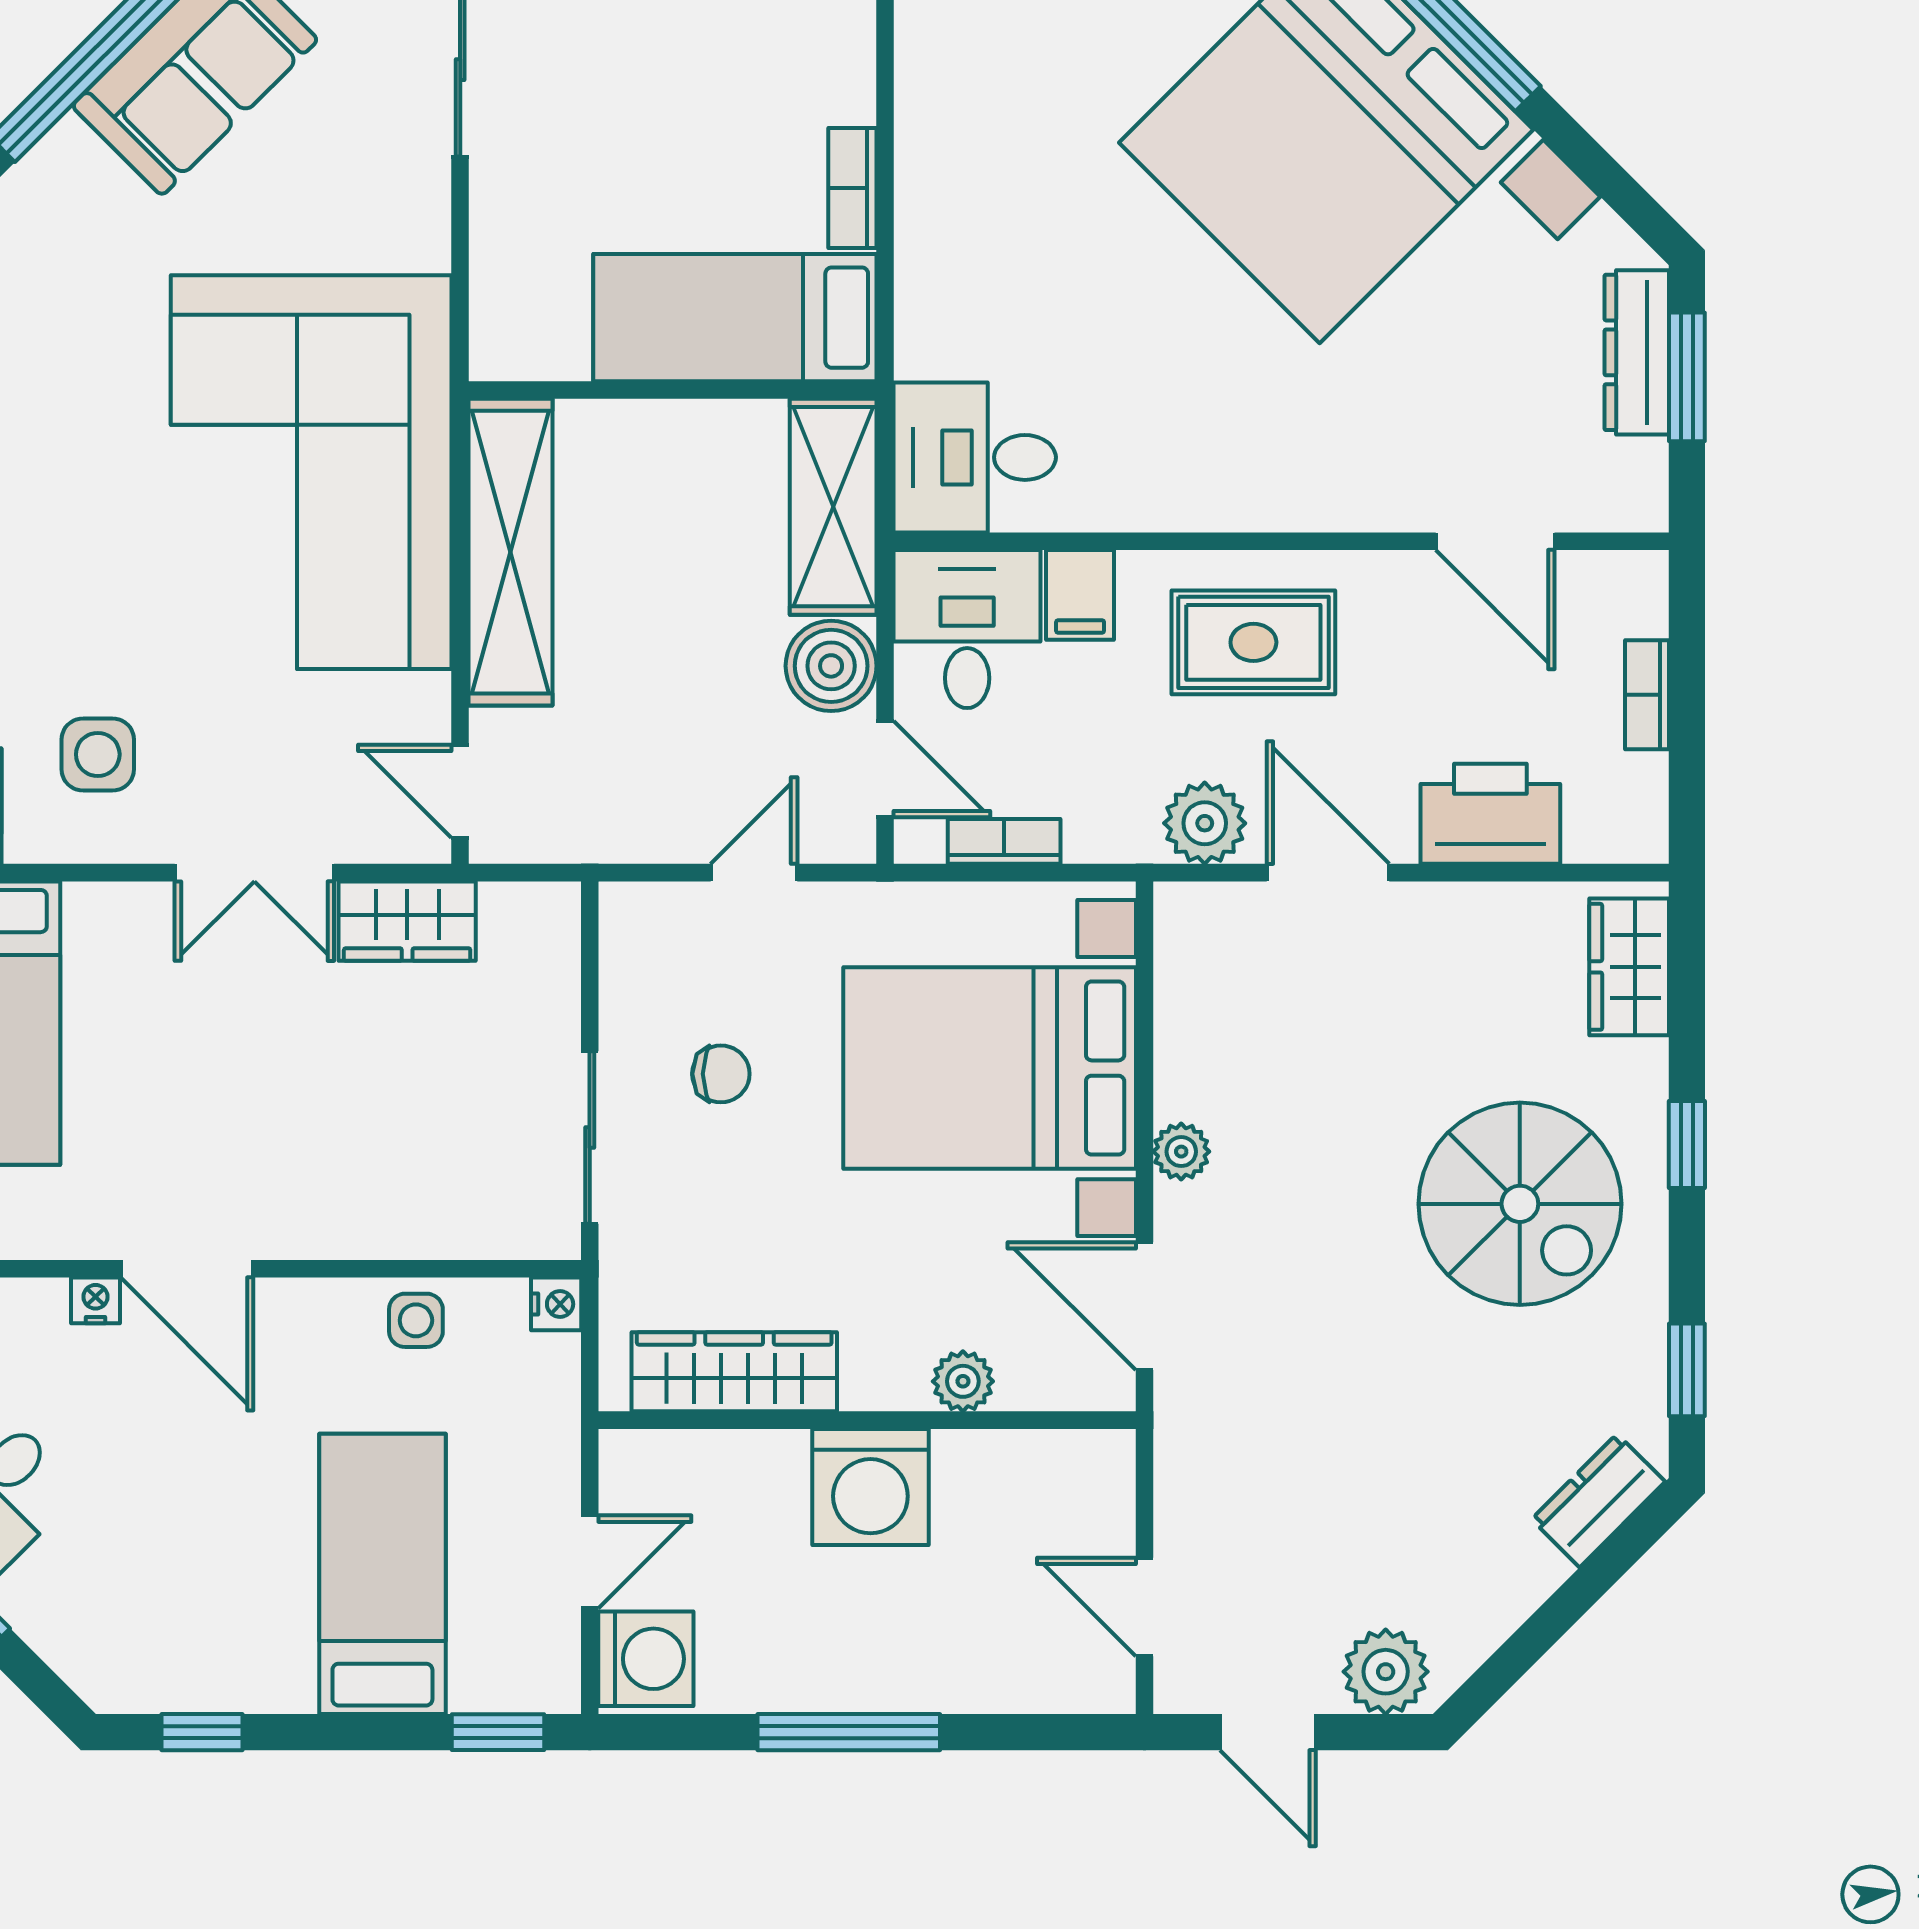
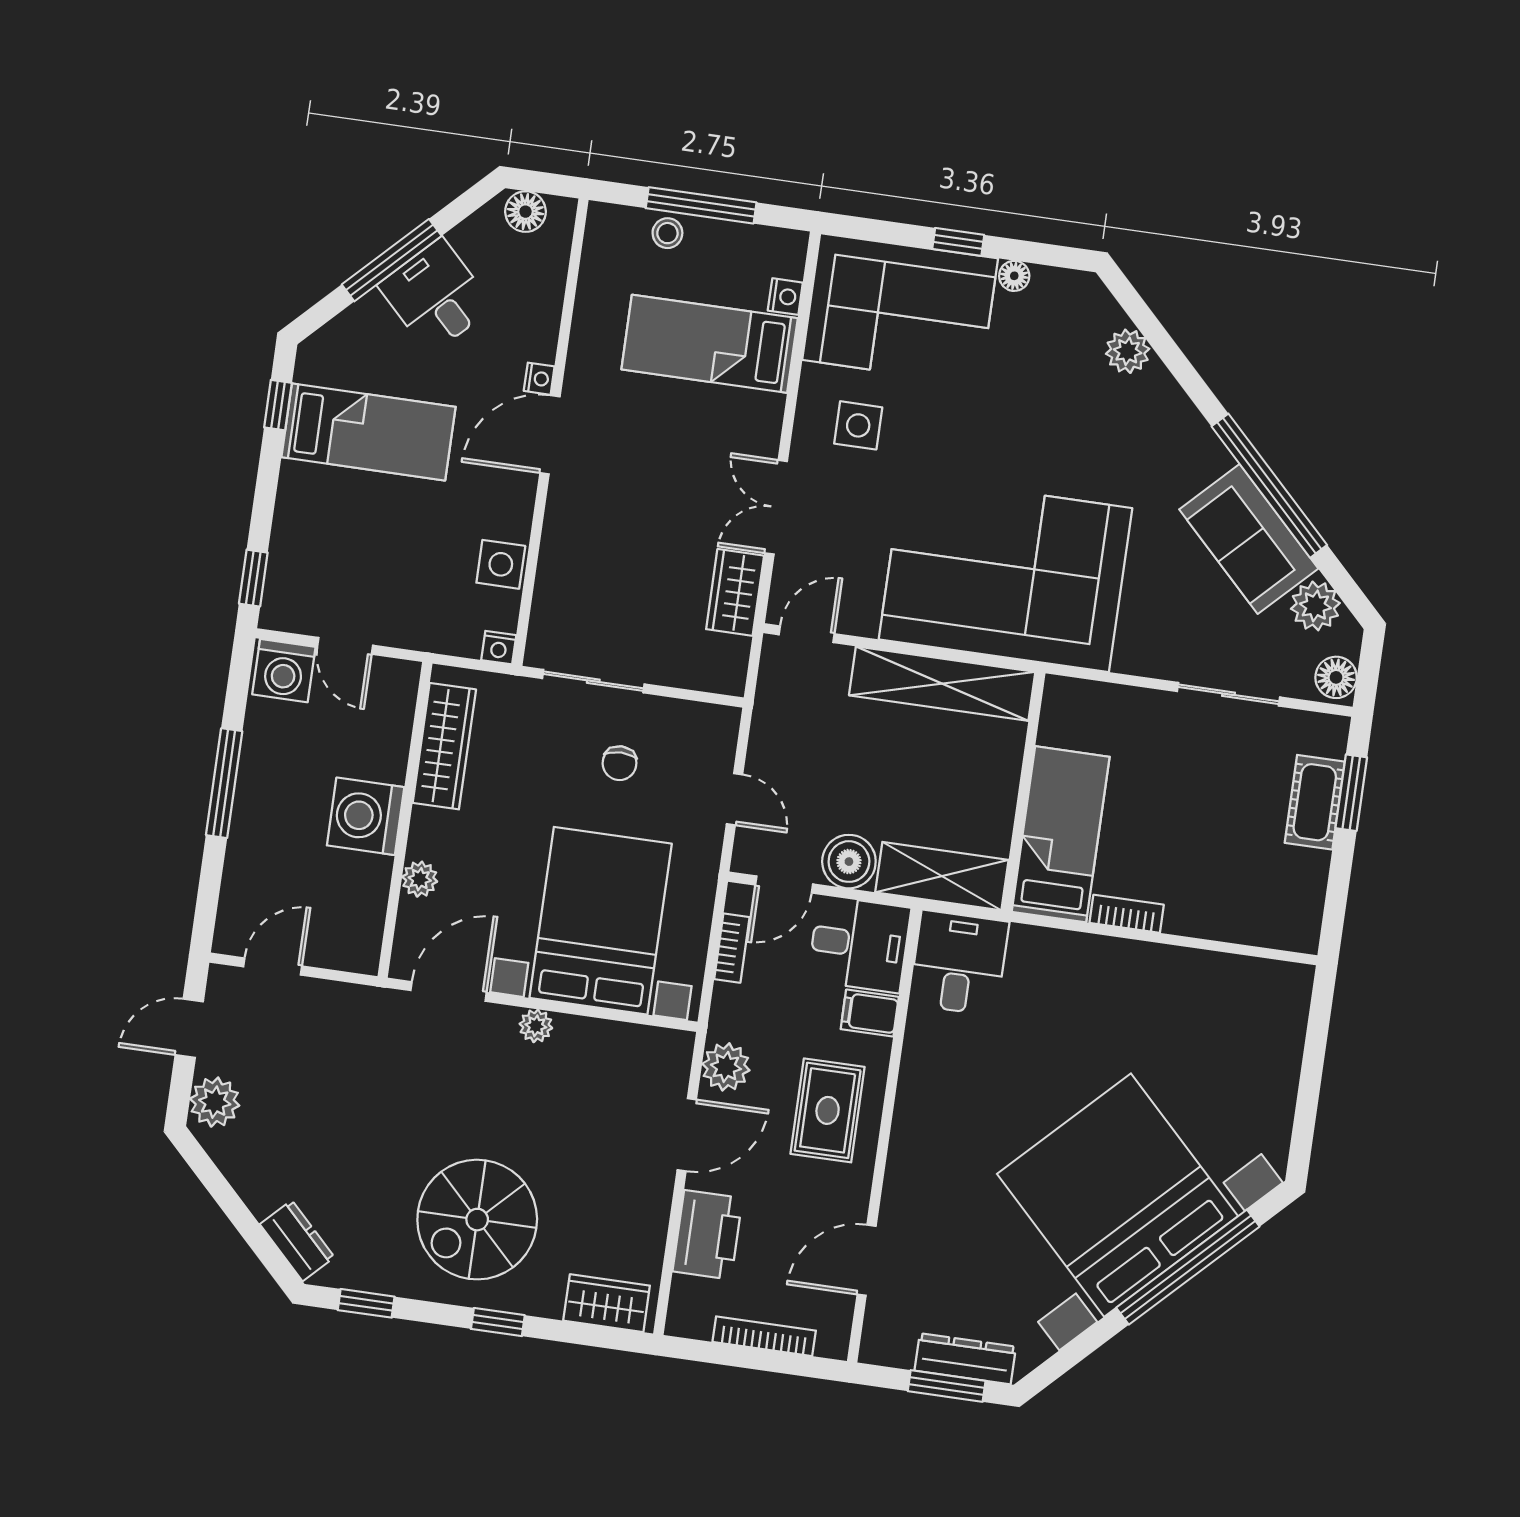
bookcase: (1647, 695) -> (764, 1336), width x1.56
side table: (416, 1320) -> (501, 564), width x1.37, depth x1.37
bed: (382, 1574) -> (368, 432), moved

